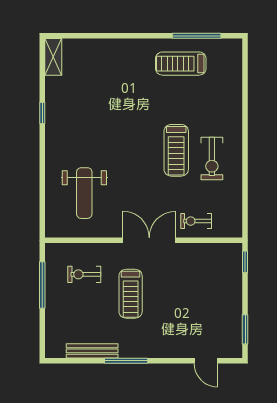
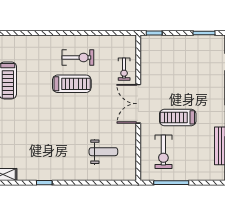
weight bench: (84, 193) -> (103, 152), width x0.73, depth x0.75
exercise bike: (84, 274) -> (163, 152), width x1.38, depth x1.39
treadmill: (131, 294) -> (178, 117), turned 180

